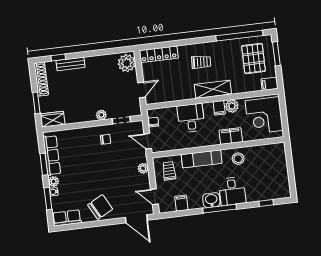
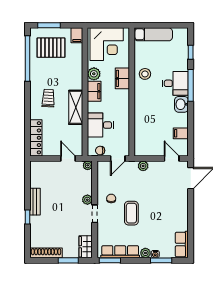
window: (58, 58) -> (27, 217), moved
plant: (127, 63) -> (88, 165), moved, width x0.53, depth x0.53
bench: (70, 64) -> (35, 202), moved
shelving: (213, 89) -> (76, 107), moved
filing cabinet: (219, 108) -> (94, 91), width x2.00
desk: (191, 118) -> (100, 125), moved
doorway: (121, 120) -> (95, 214), moved
exam couch: (202, 159) -> (153, 34), moved, turned 90
coffee table: (93, 162) -> (131, 213), added
window: (44, 164) -> (110, 260), moved
trolley: (169, 171) -> (149, 141), removed
door: (154, 197) -> (172, 158), swing flipped
chair: (100, 207) -> (175, 211), removed
window: (220, 209) -> (191, 85), moved

